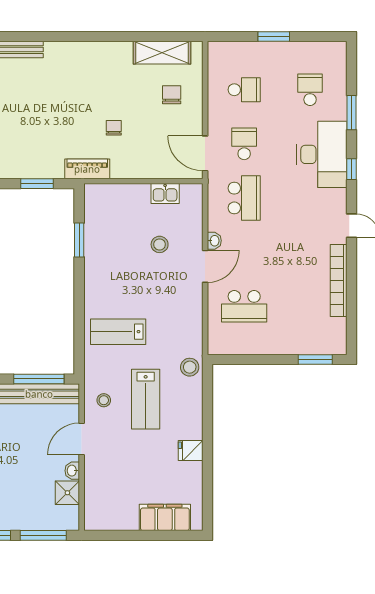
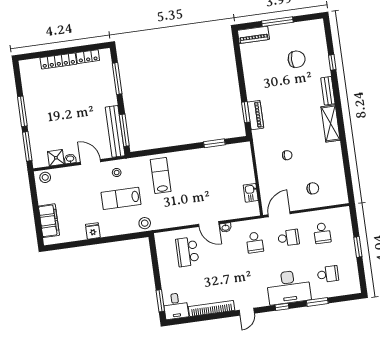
shelving: (162, 53) -> (331, 123), moved
piano: (87, 169) -> (256, 115), moved
school desk: (244, 198) -> (255, 242), width x0.54
stool: (160, 244) -> (45, 177), moved
desk: (327, 336) -> (176, 306), added

